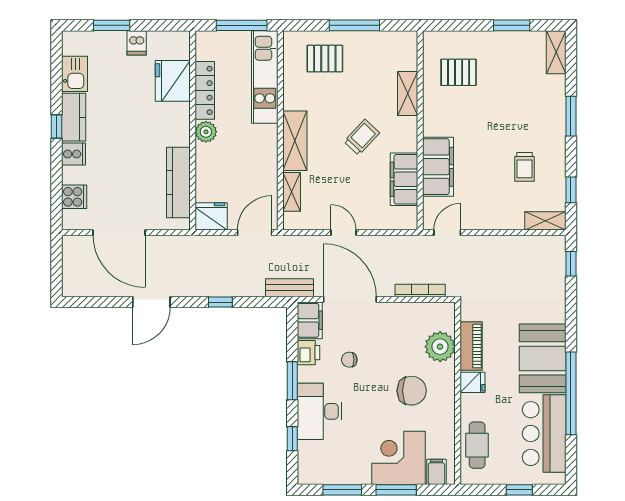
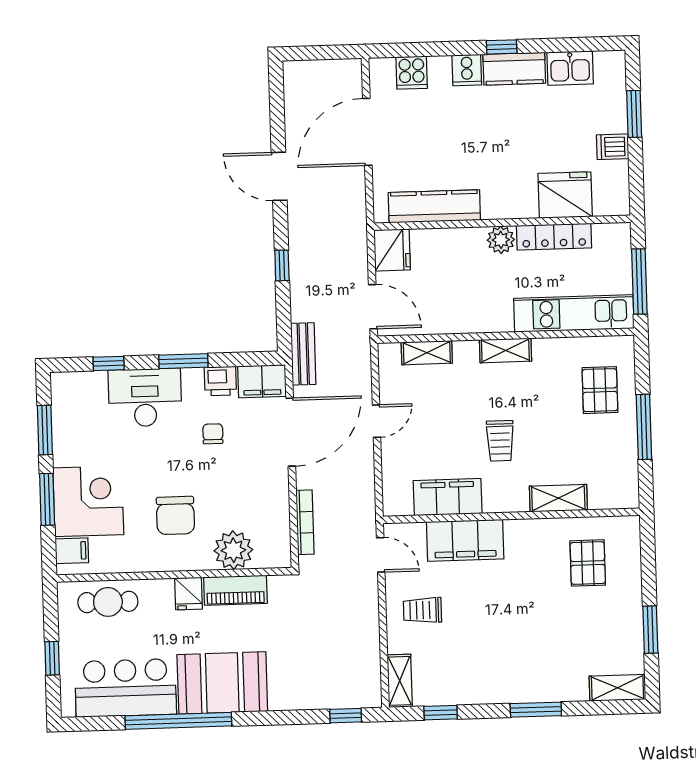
trolley: (362, 137) -> (500, 441), turned 47
shelving: (295, 141) -> (505, 350), width x0.67, depth x0.75
trolley: (525, 167) -> (422, 610), moved

